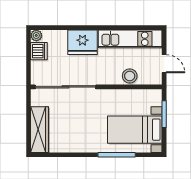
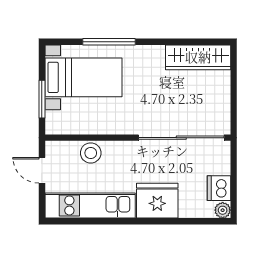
wardrobe: (39, 130) -> (198, 57), moved, turned -90

